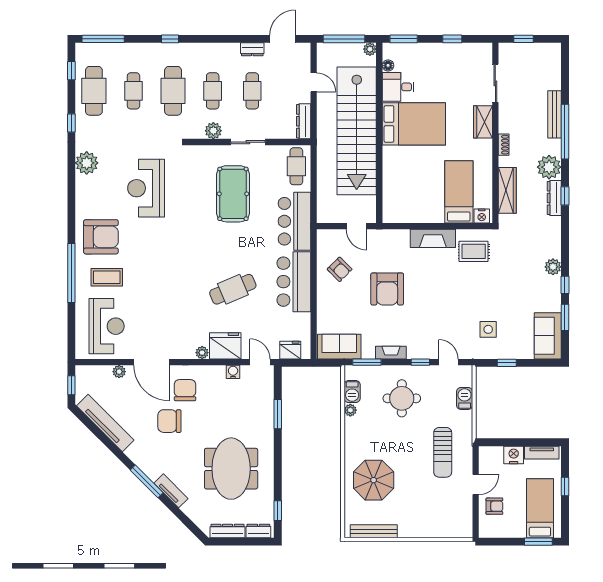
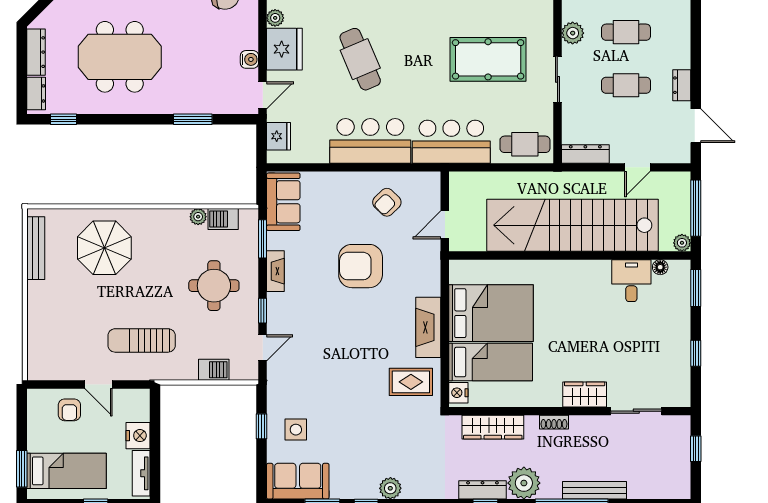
bed: (414, 124) -> (491, 313), moved, turned -90
rug: (474, 251) -> (411, 382), turned 90
side table: (488, 329) -> (296, 430), moved

